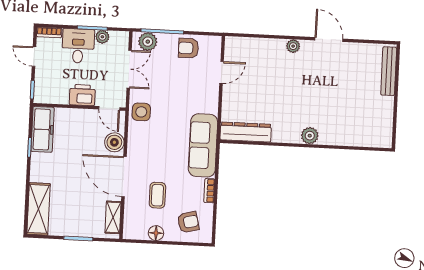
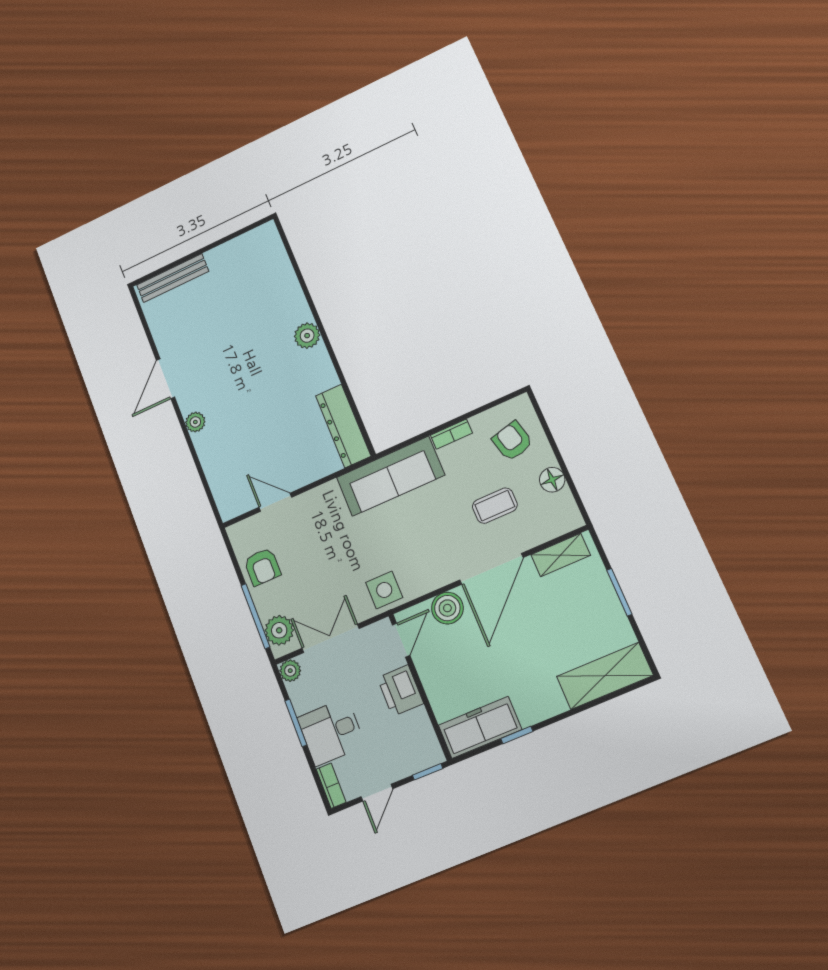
plant: (102, 37) -> (290, 671), moved

